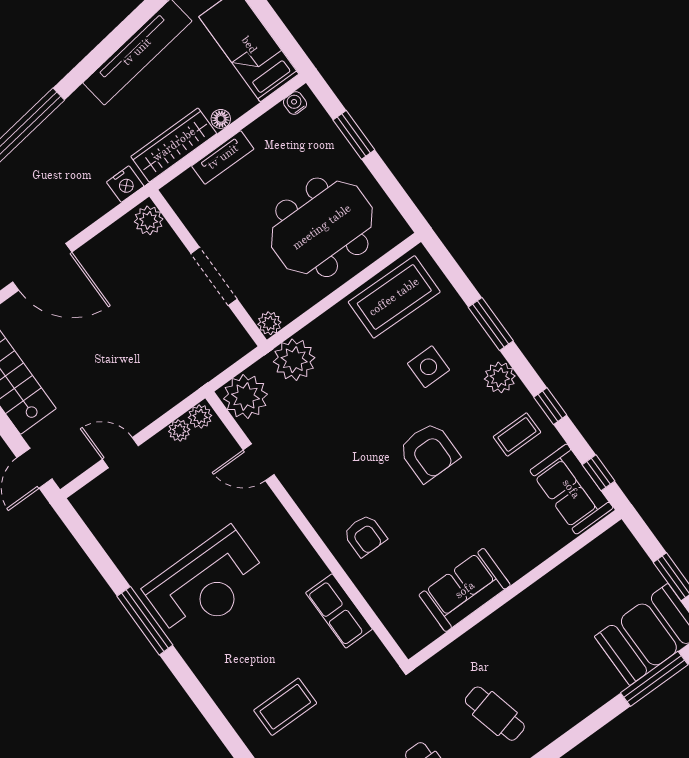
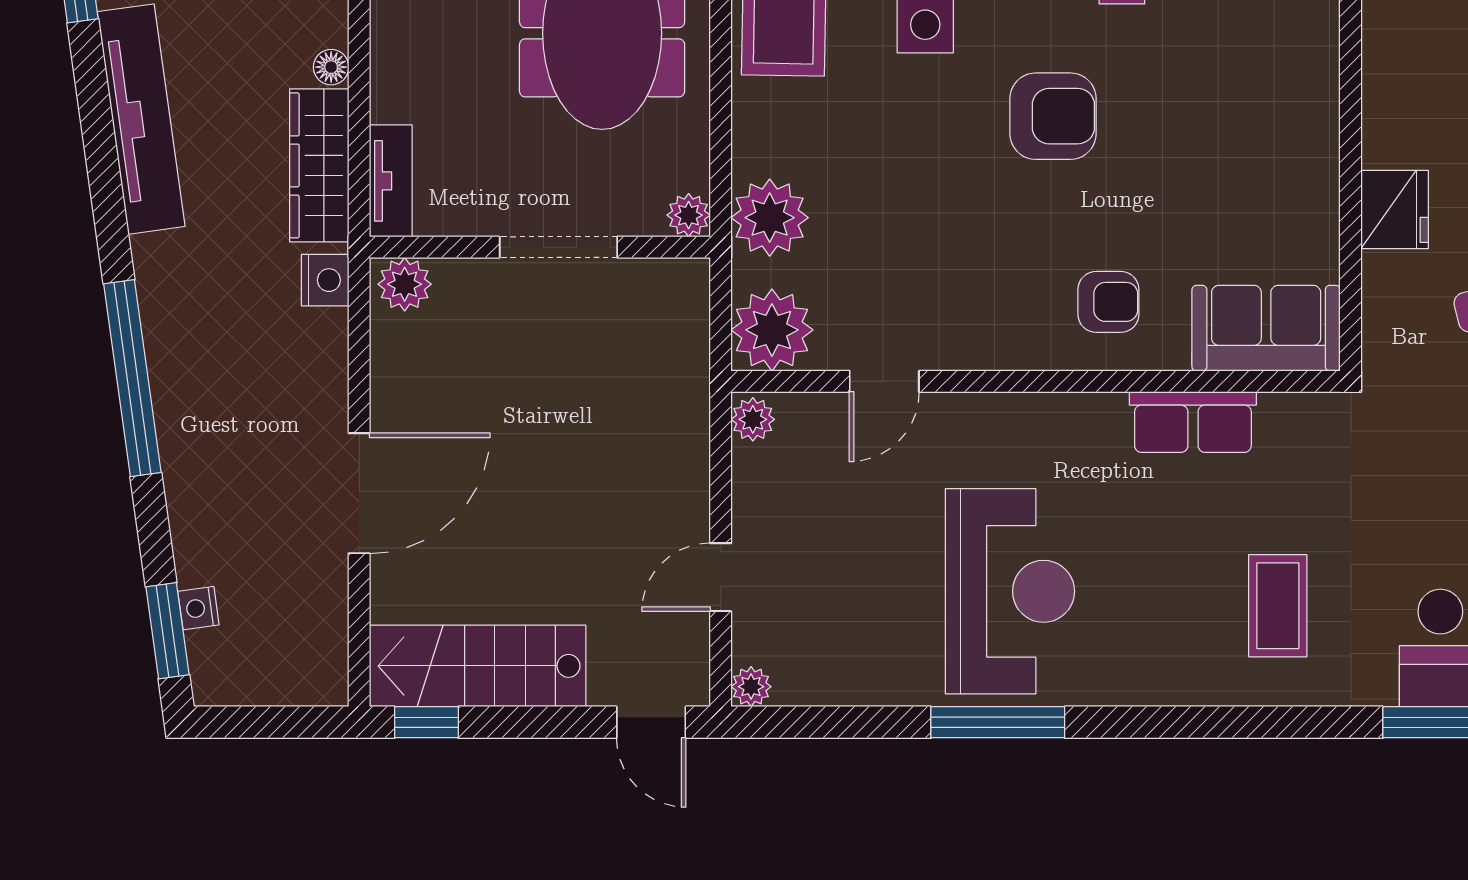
tv unit: (223, 157) -> (391, 181), moved
plant: (179, 430) -> (751, 687), moved
sofa: (465, 590) -> (1266, 328), moved, turned 90
fridge: (497, 632) -> (1395, 210), added

